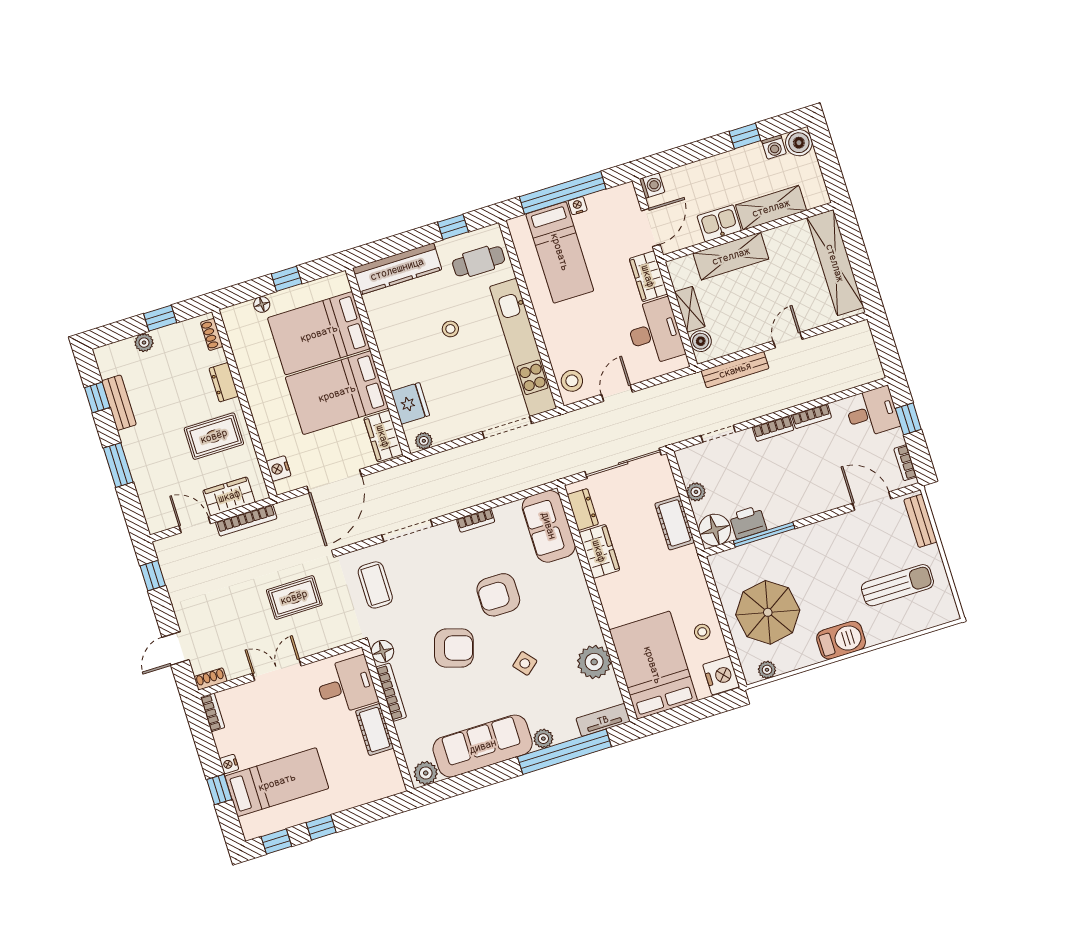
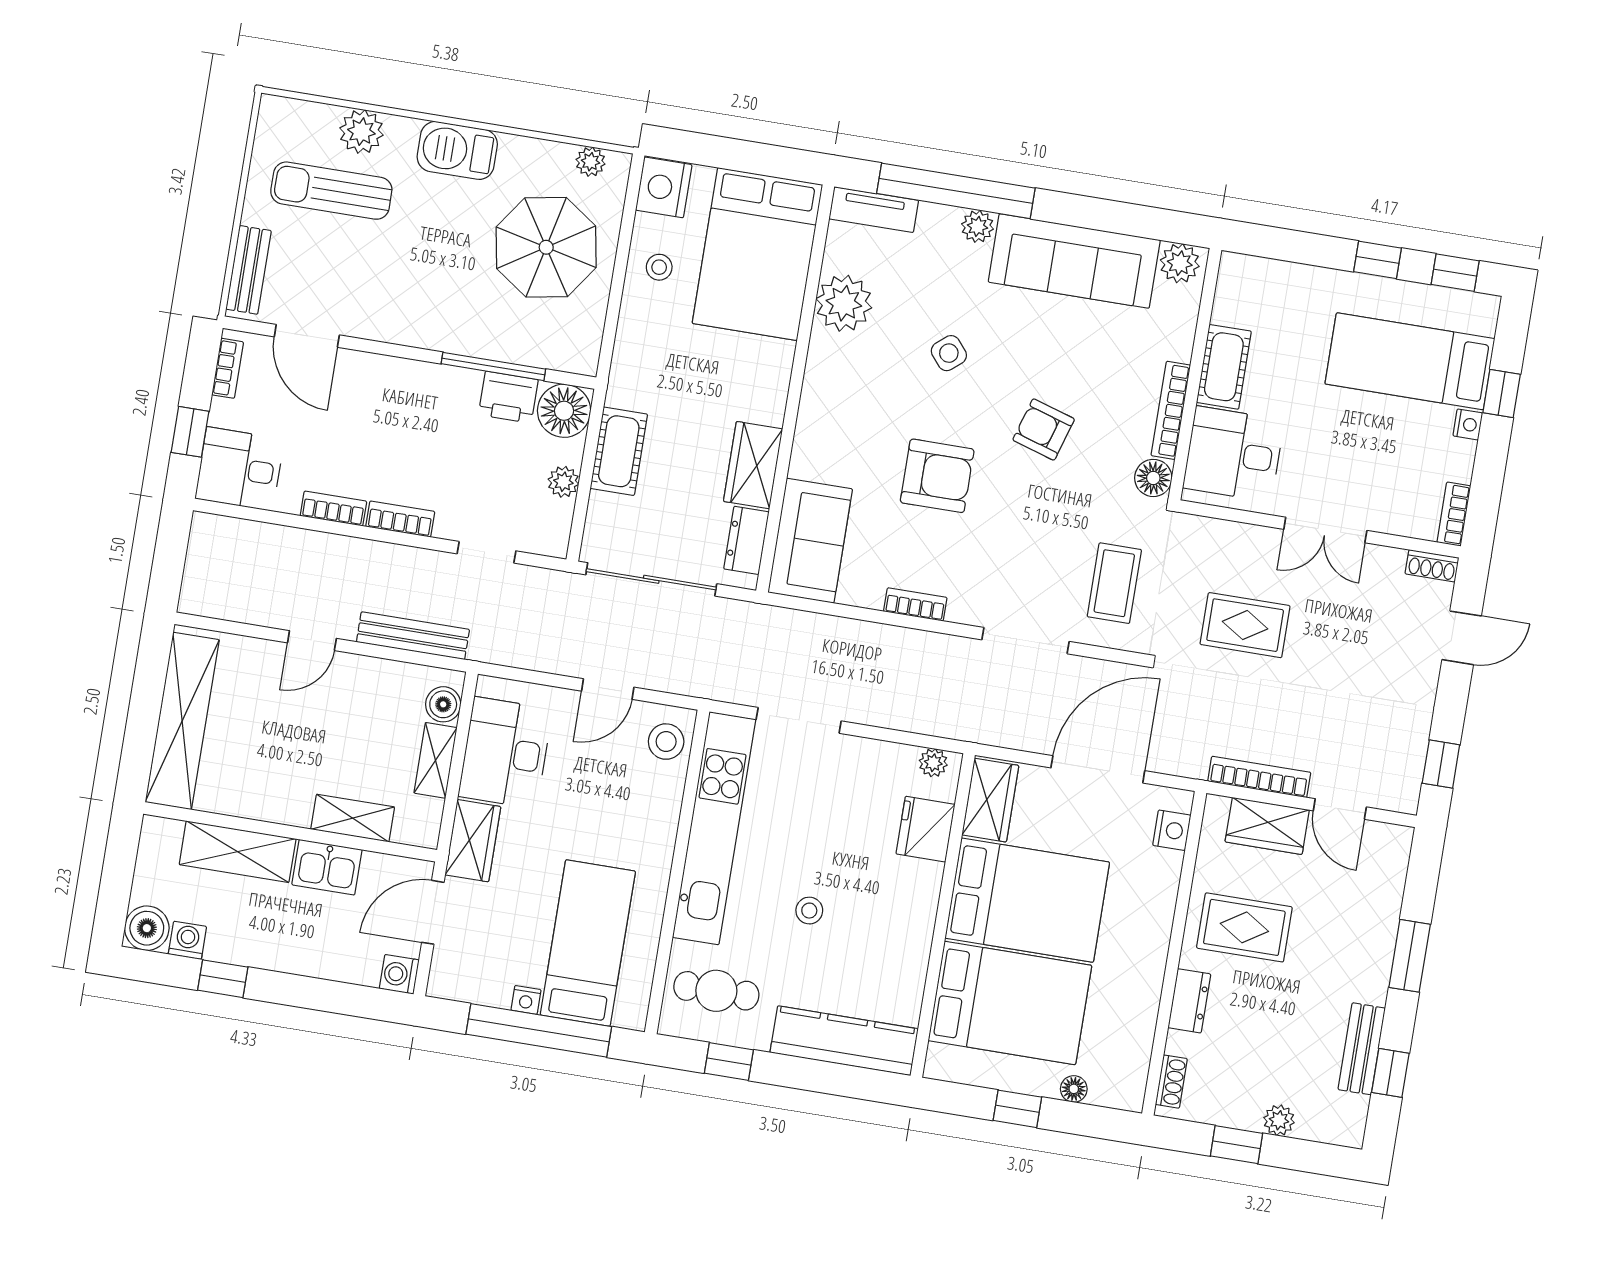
shelving: (731, 256) -> (353, 818), width x0.67, depth x0.75
plant: (897, 625) -> (361, 132), added
armchair: (454, 648) -> (1044, 429), width x0.72, depth x0.72

